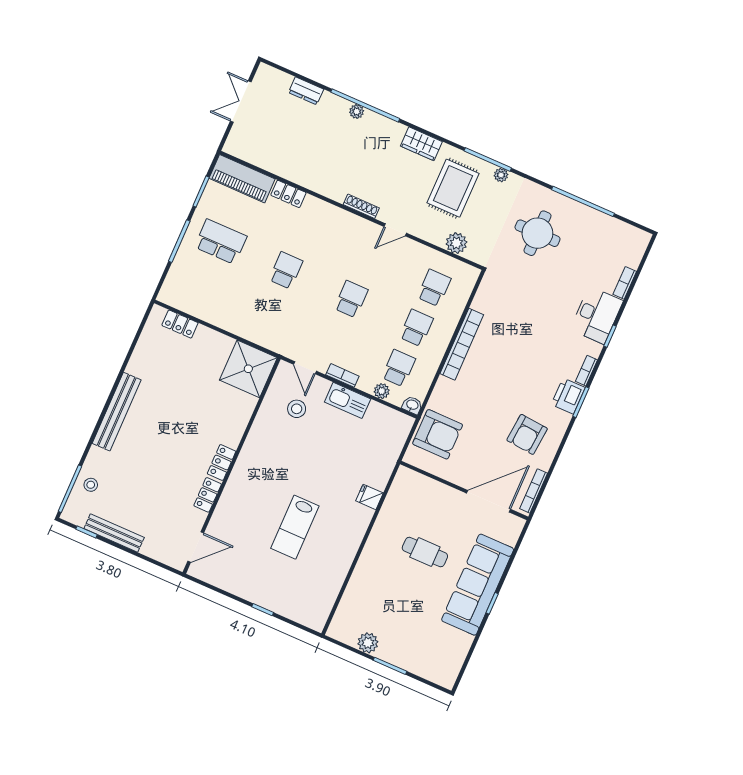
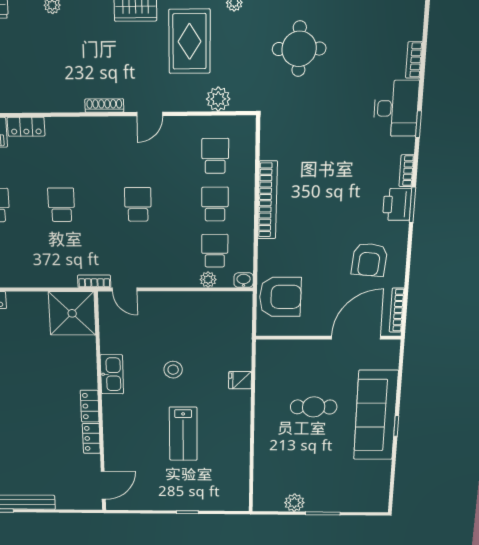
bookcase: (342, 375) -> (94, 281), moved
kitchen sink: (348, 400) -> (112, 374), moved, turned -90
stool: (297, 409) -> (173, 370), moved

